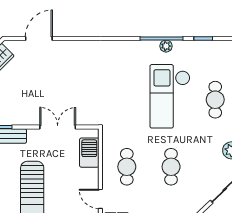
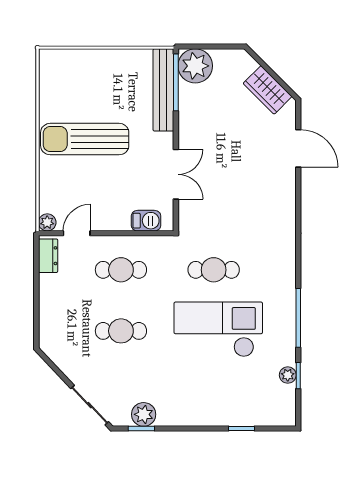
plant: (166, 46) -> (288, 375), moved
cafe table: (215, 100) -> (214, 270), moved
barbecue: (89, 153) -> (146, 221), width x0.73, depth x0.79

